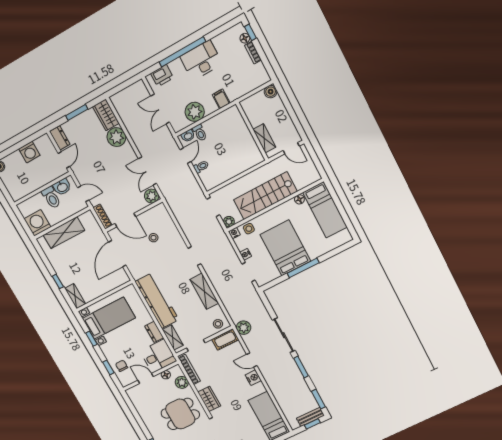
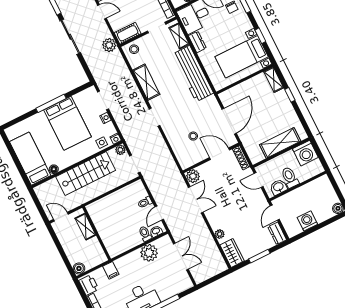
printer: (162, 76) -> (89, 285), moved, turned 90
filing cabinet: (221, 99) -> (111, 270), moved
plant: (116, 137) -> (220, 234), width x0.53, depth x0.53

